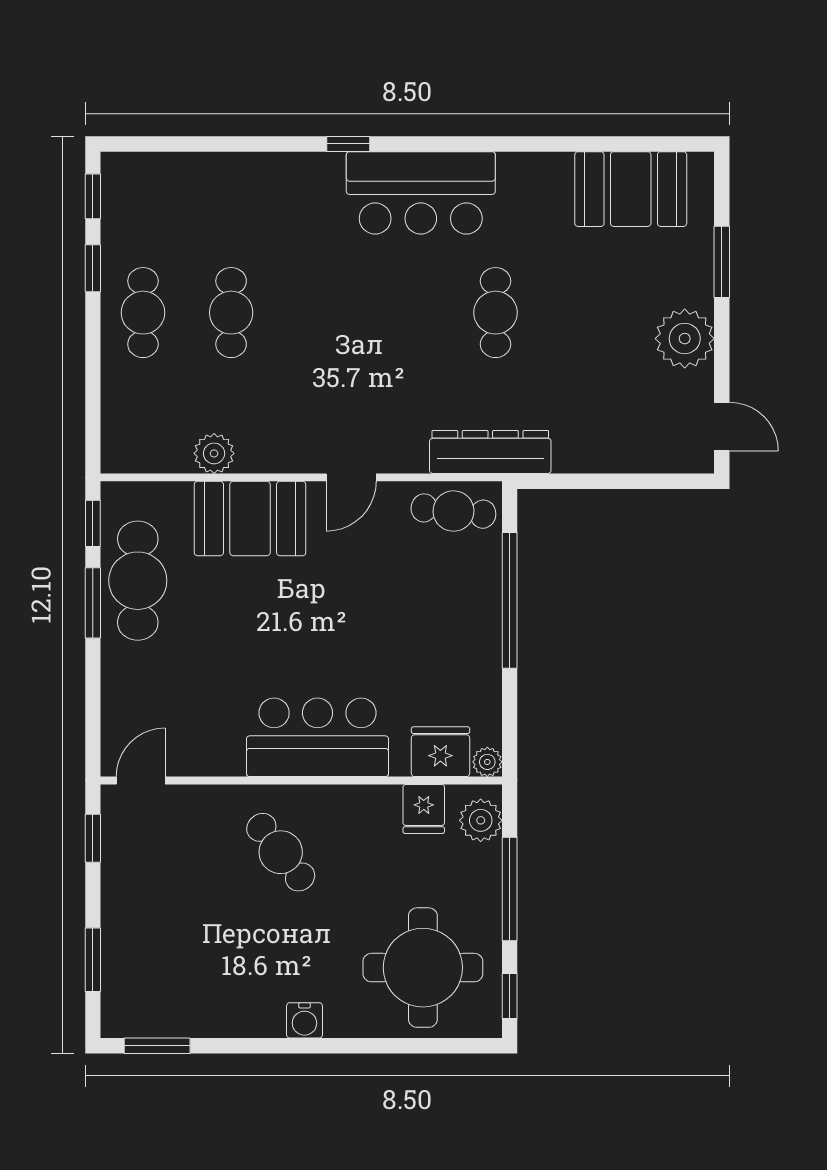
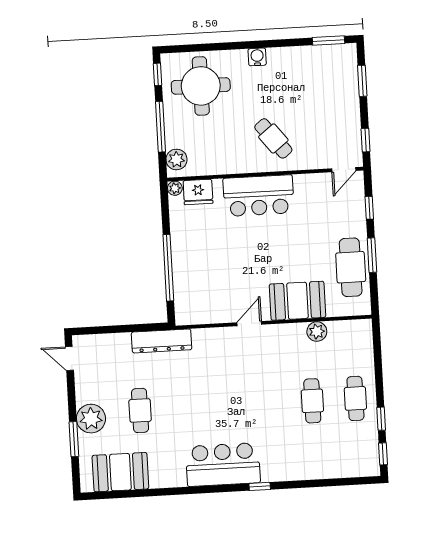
cafe table: (495, 313) -> (140, 410), moved
plant: (685, 339) -> (91, 419), moved
dresser: (490, 452) -> (162, 341), moved
cafe table: (453, 511) -> (198, 310), removed
window: (93, 523) -> (369, 208), moved
fridge: (424, 809) -> (205, 164), removed

